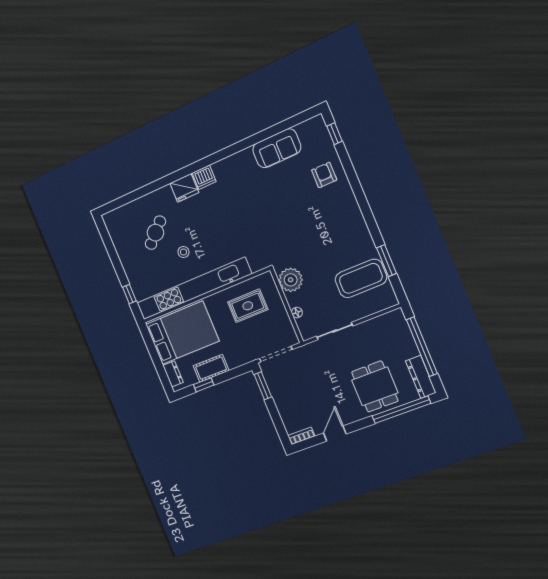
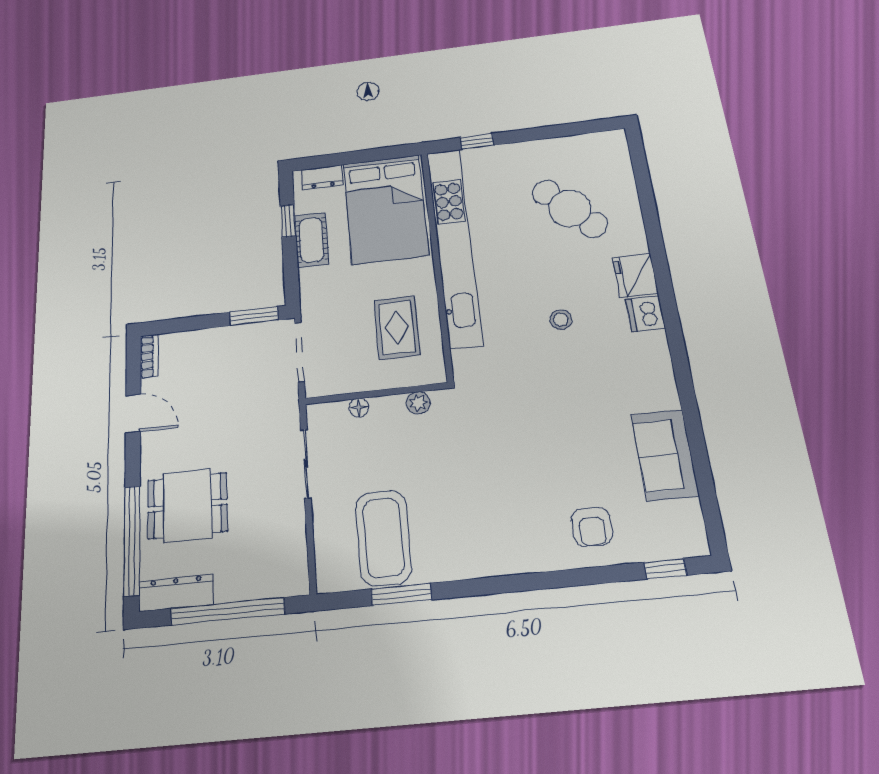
armchair: (324, 175) -> (592, 527), turned 90
cafe table: (155, 233) -> (570, 208), width x1.37, depth x1.35
stool: (183, 252) -> (561, 320), moved
plant: (291, 280) -> (418, 403), width x0.53, depth x0.53

